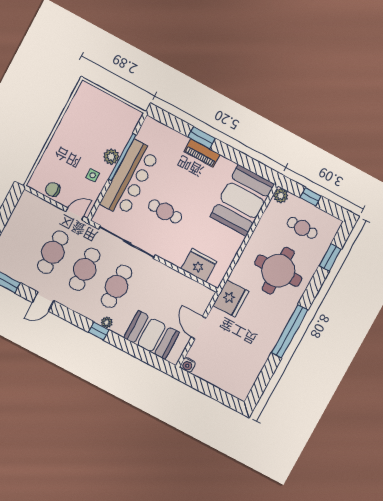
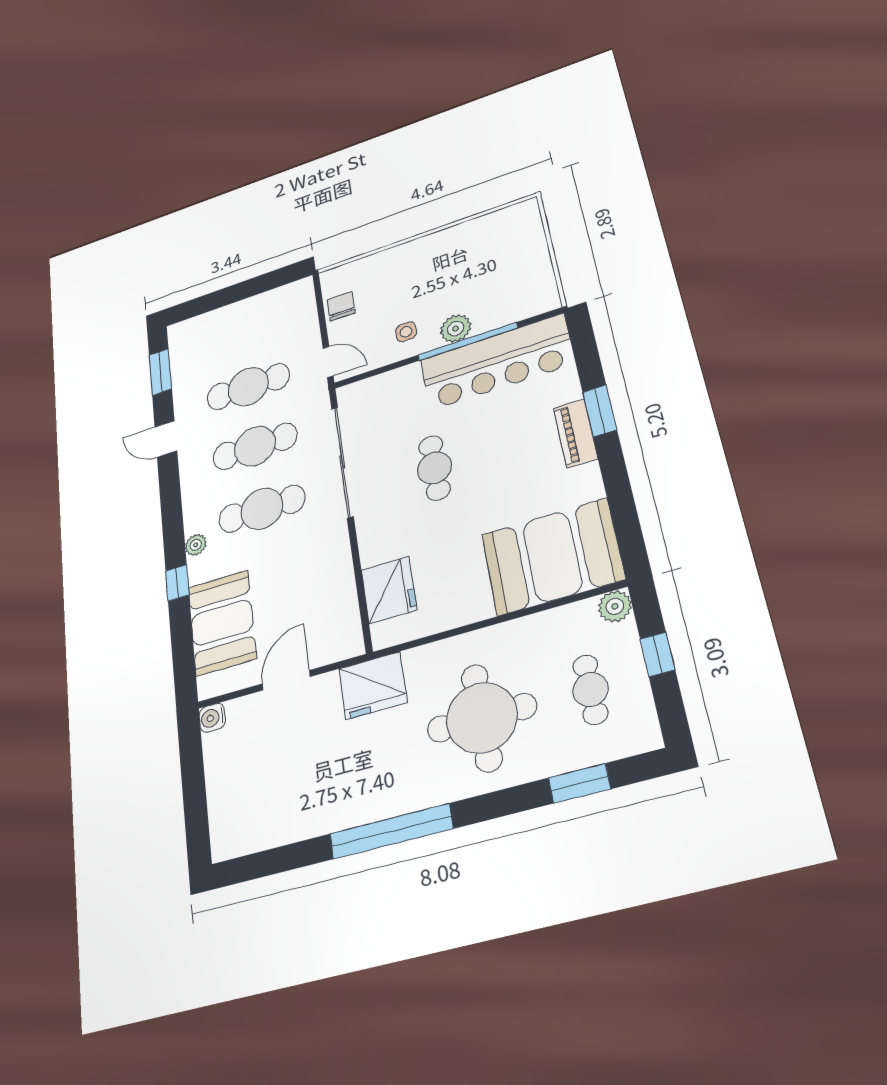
bar counter: (130, 179) -> (497, 362), moved
window: (99, 331) -> (177, 583), moved

